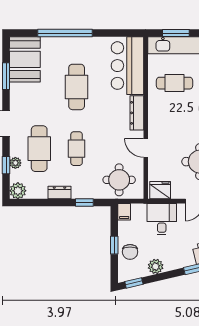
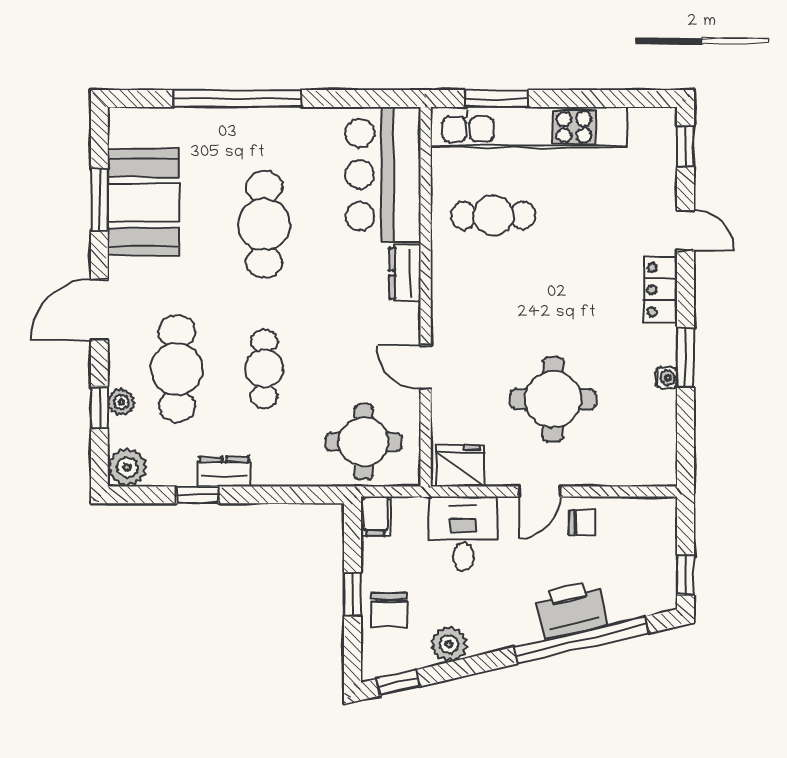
booth: (25, 59) -> (143, 202), moved
dresser: (137, 113) -> (405, 273), width x0.70
window: (84, 203) -> (197, 495), moved

